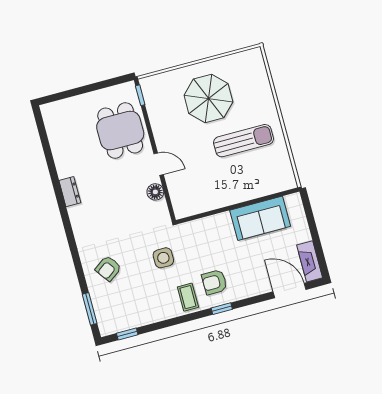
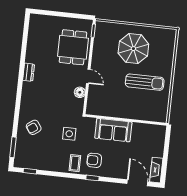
sofa: (260, 218) -> (113, 130), moved

